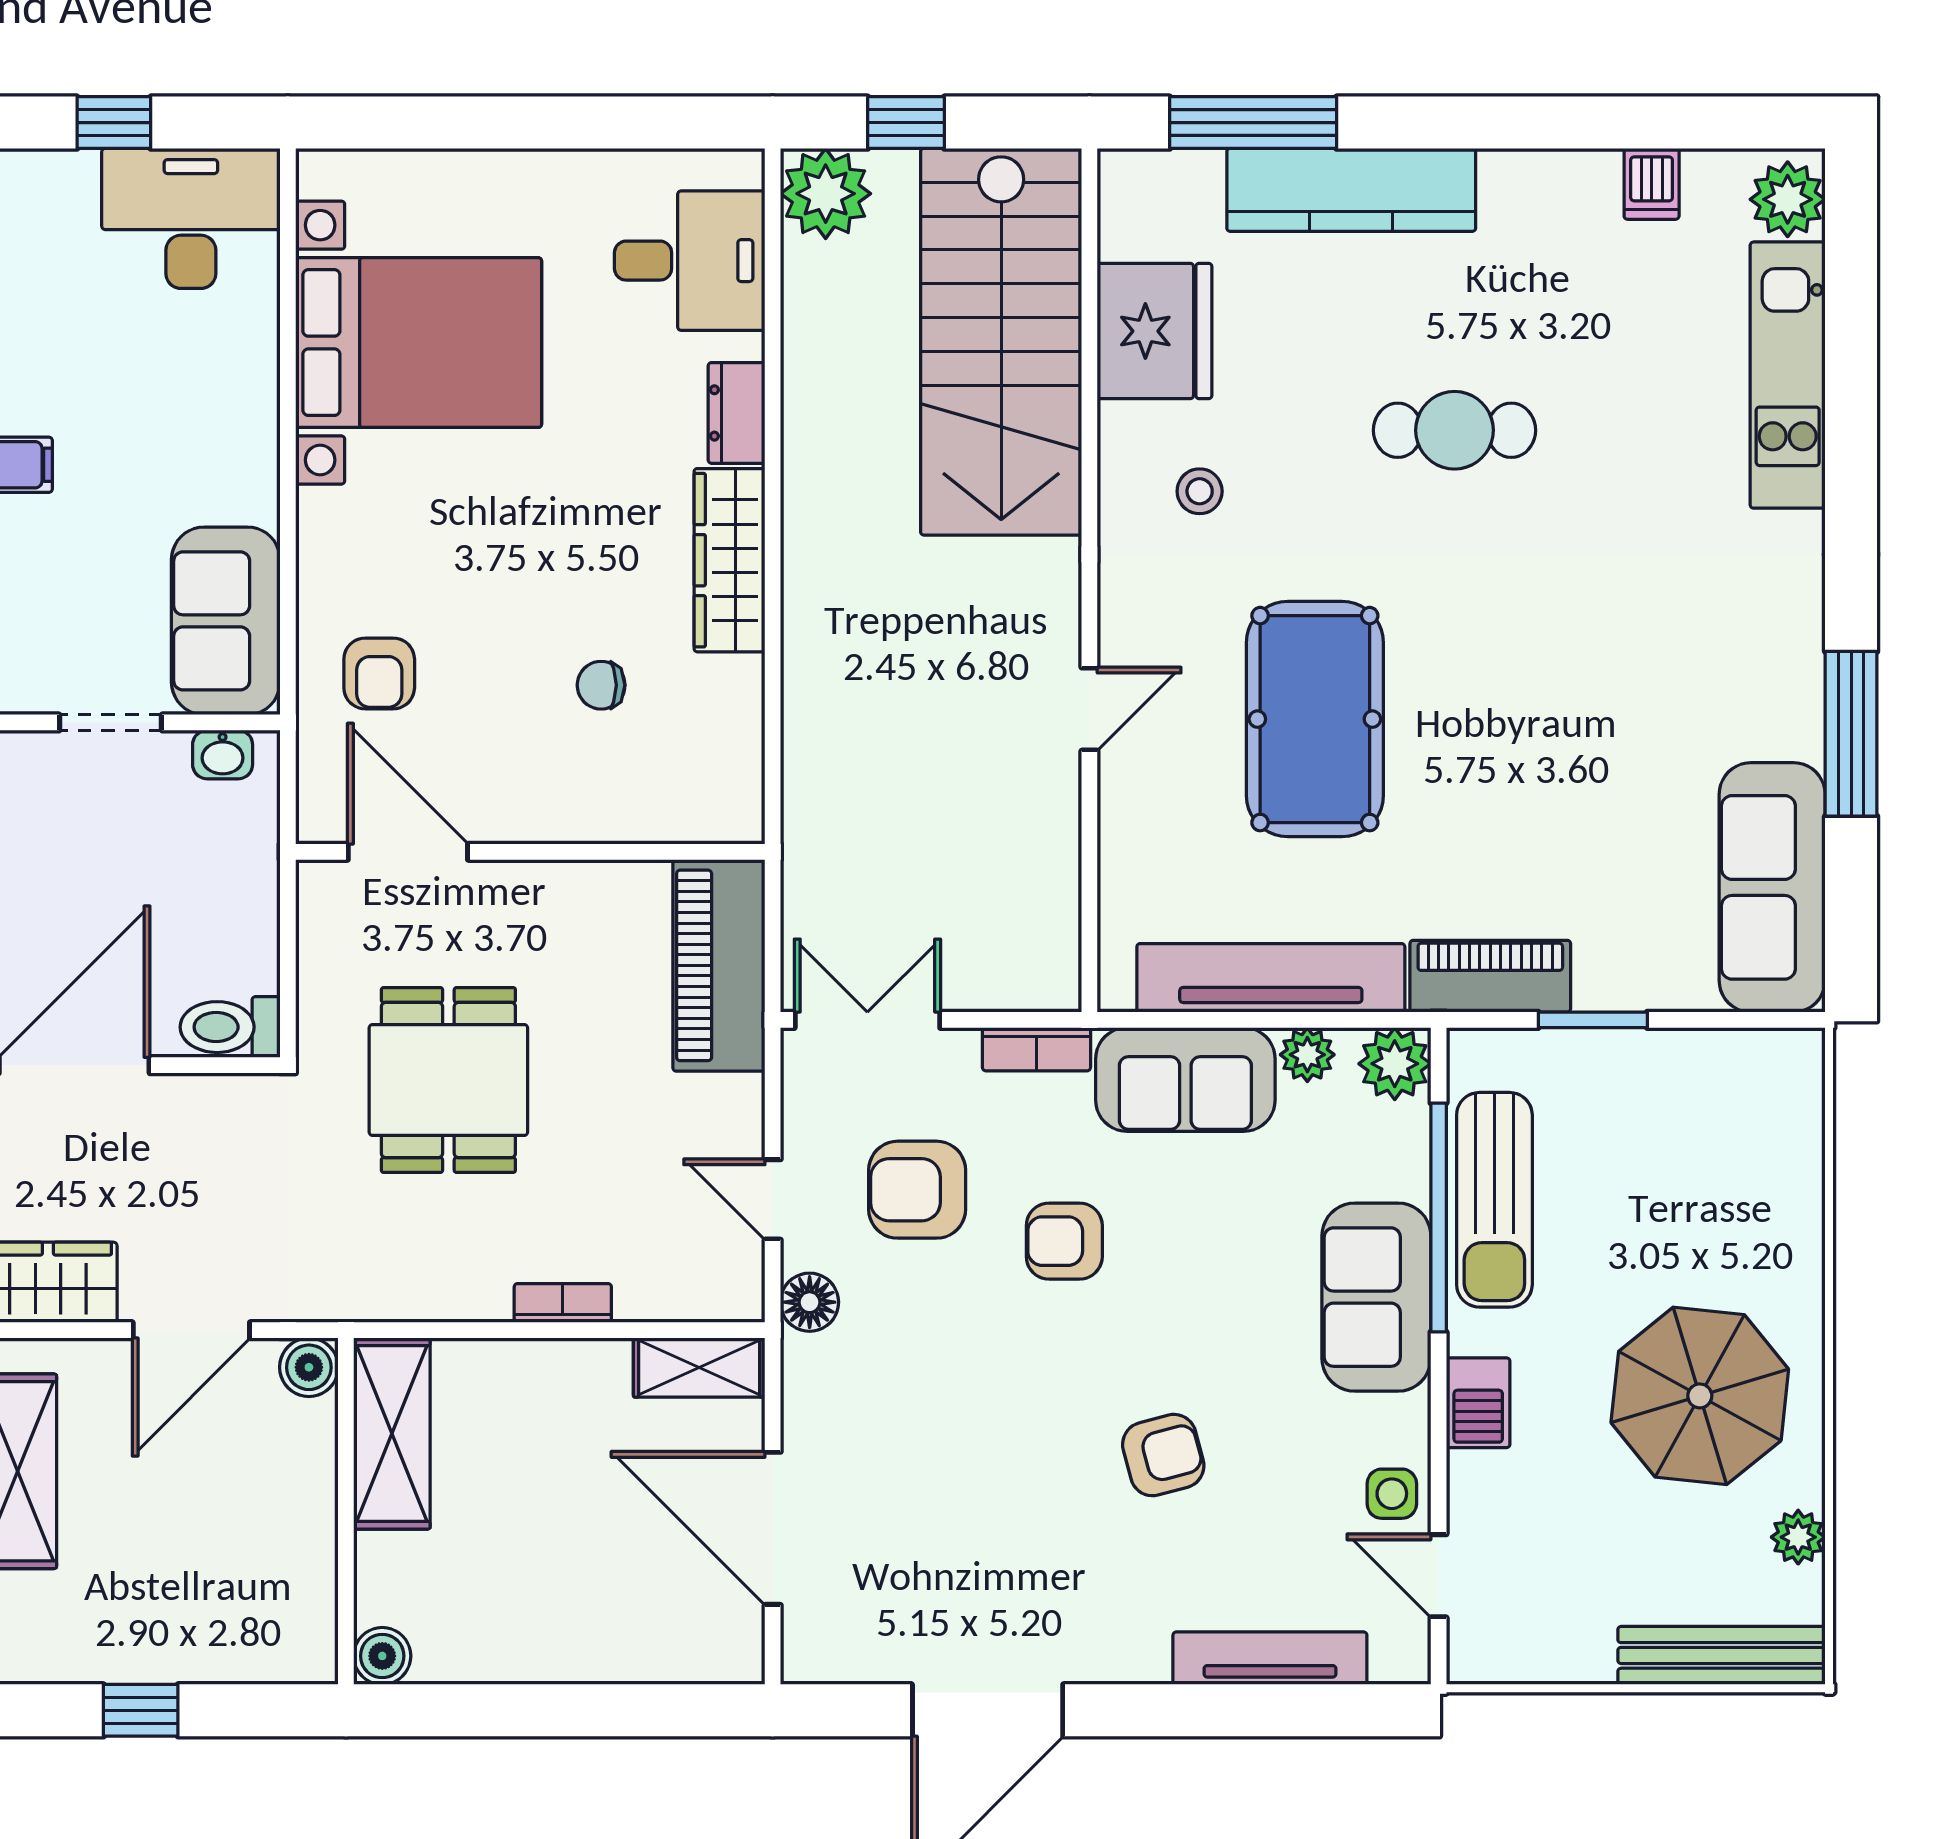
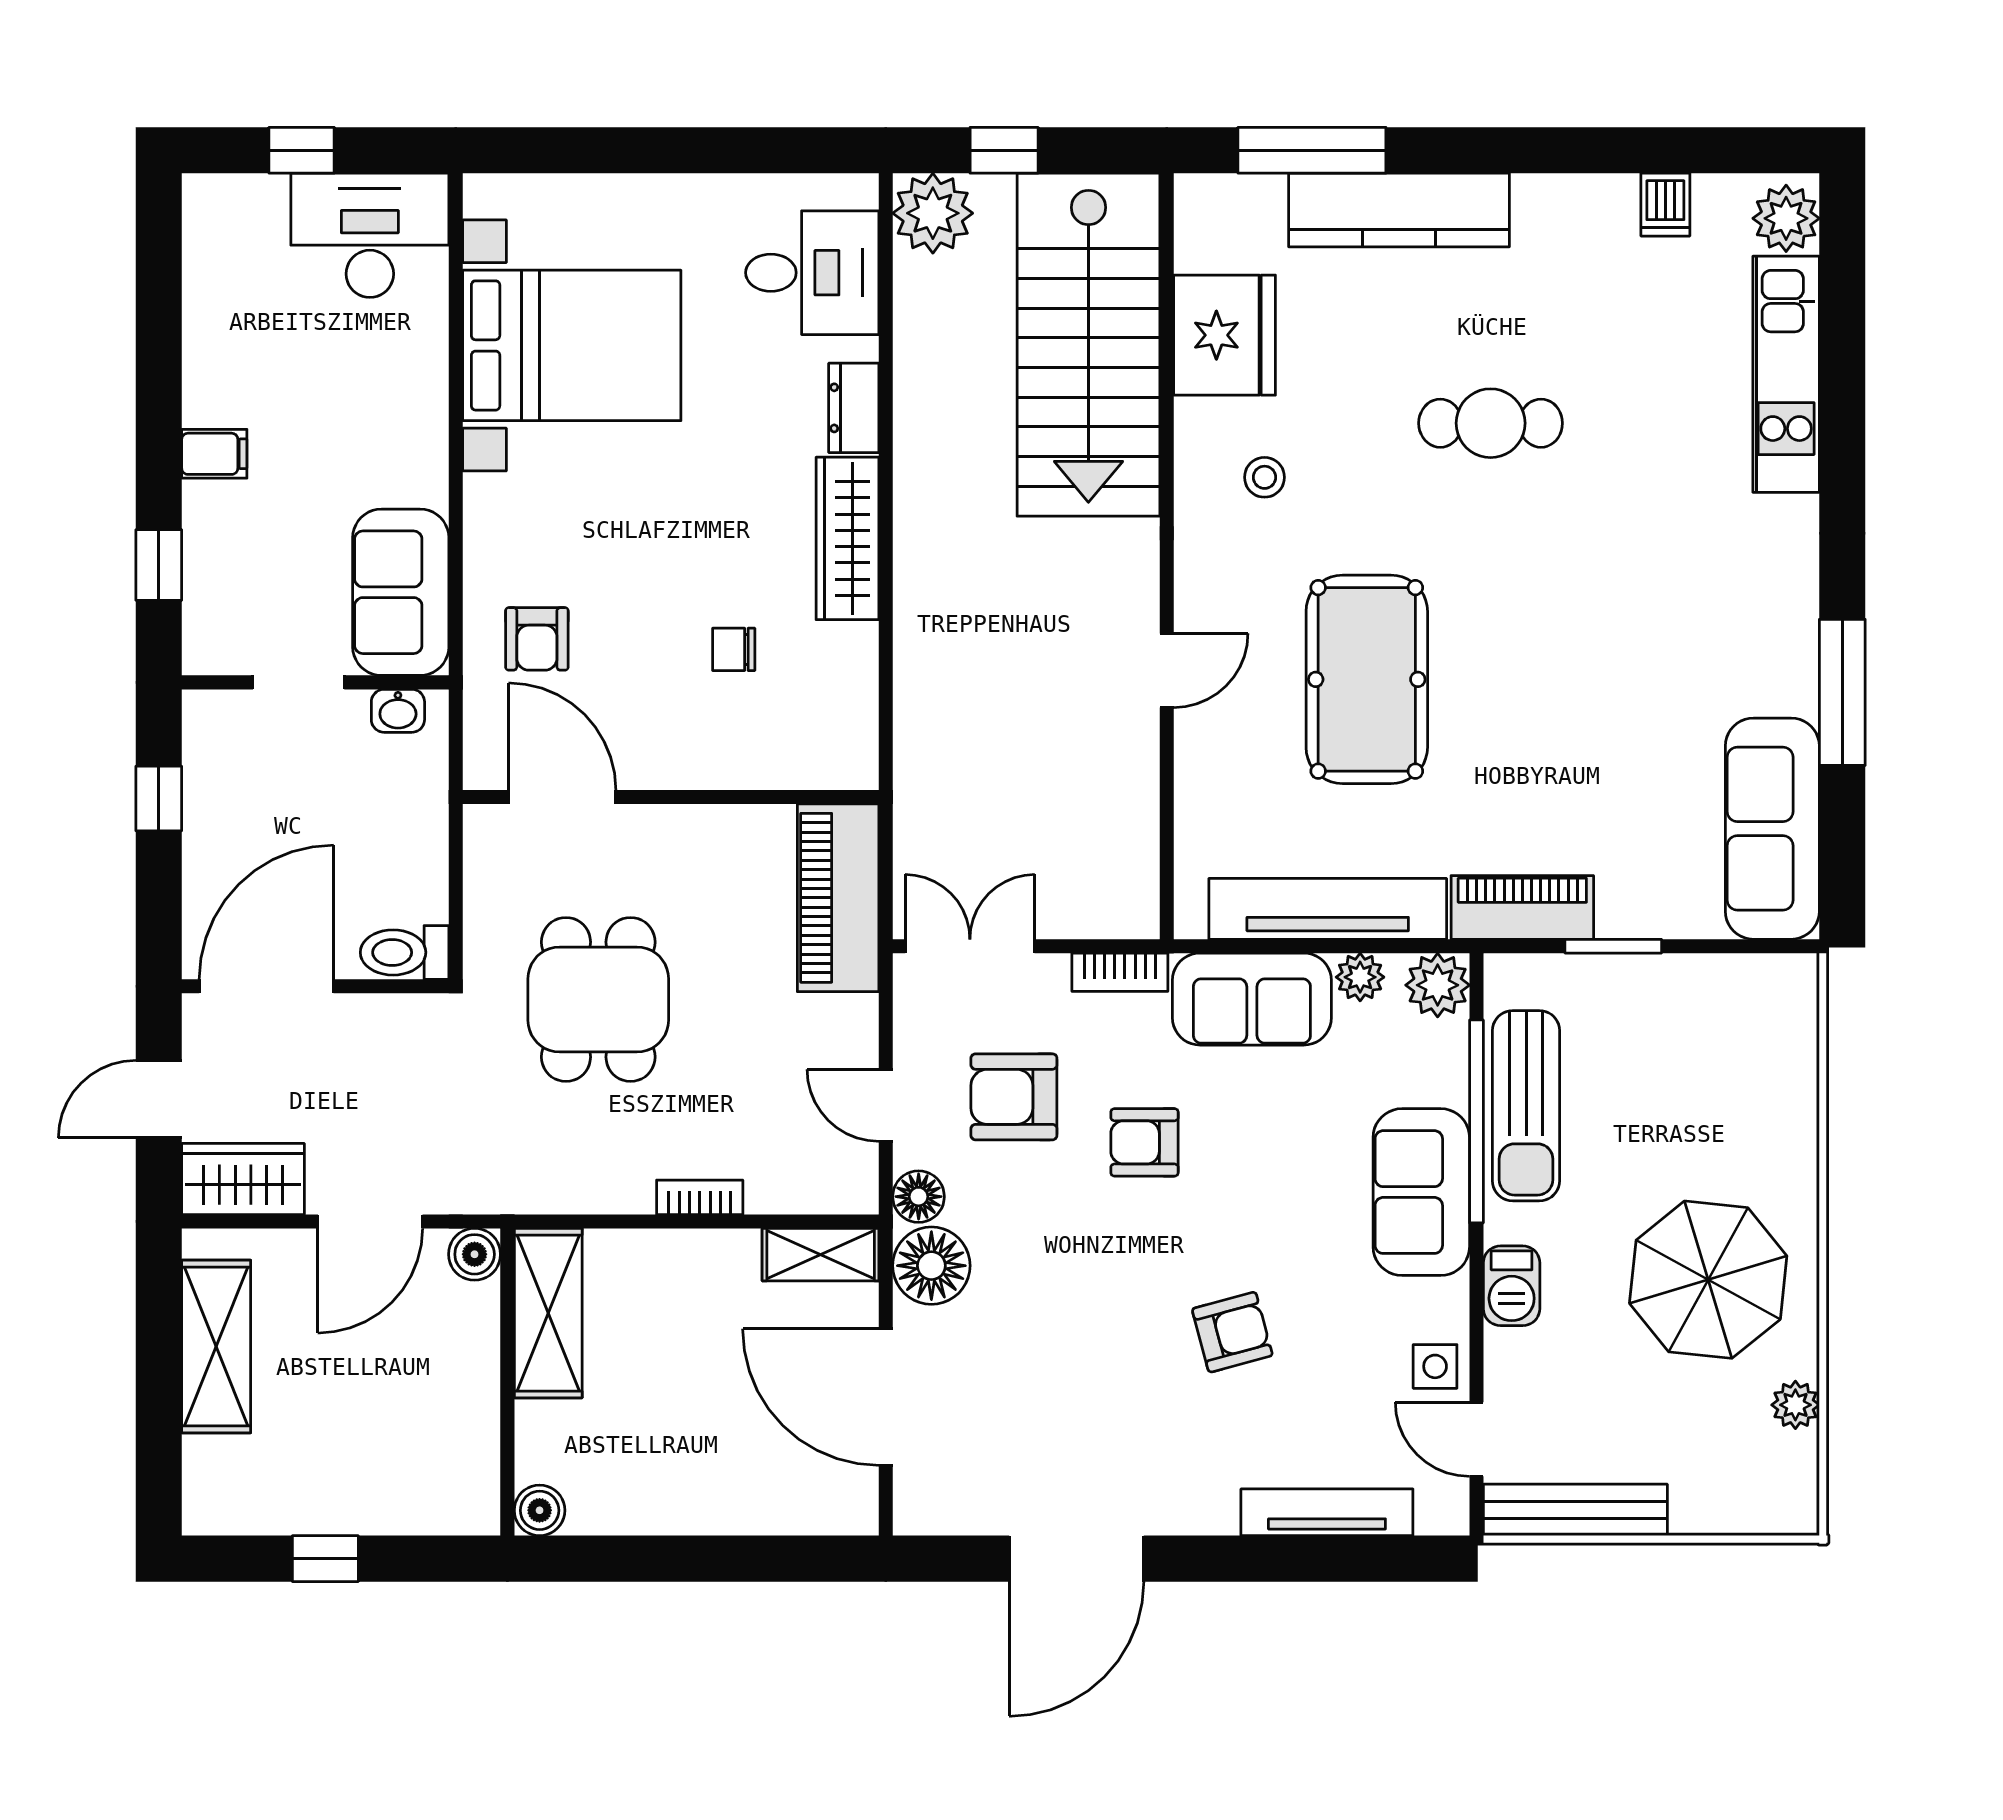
floor lamp: (824, 1380) -> (931, 1266), added
bench: (1721, 1655) -> (1575, 1510), moved

